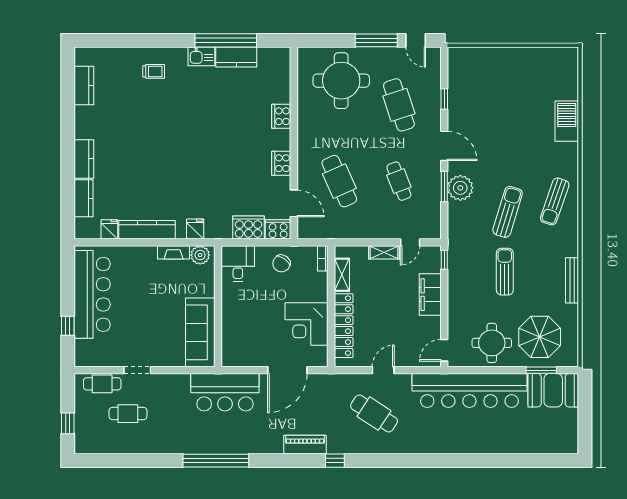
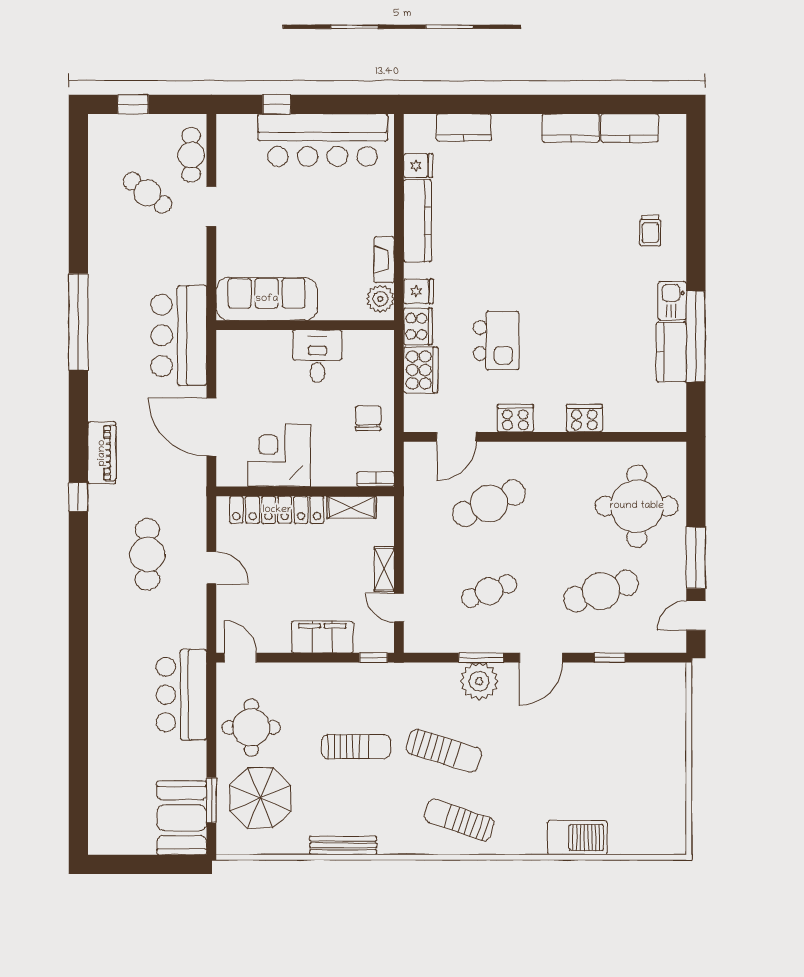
kitchen counter: (84, 159) -> (571, 128), moved
kitchen island: (228, 176) -> (496, 341), added
cooker: (278, 229) -> (418, 326), moved
chair: (281, 263) -> (368, 418), turned 55
desk: (238, 264) -> (317, 356), moved, turned -90
bar counter: (469, 390) -> (181, 695), width x0.54
cafe table: (128, 414) -> (147, 193), turned -53
cafe table: (374, 414) -> (147, 554), turned -33

